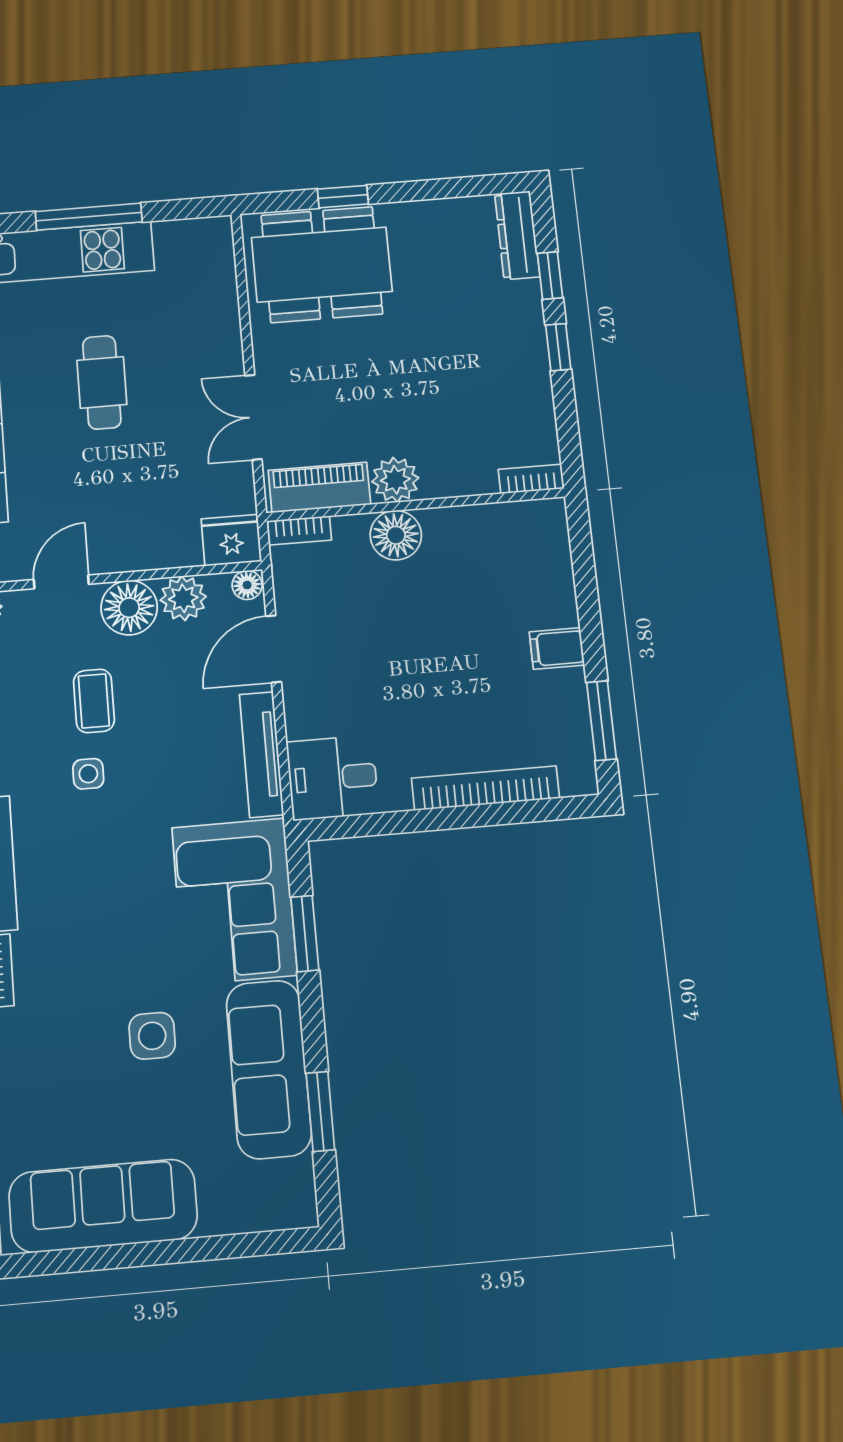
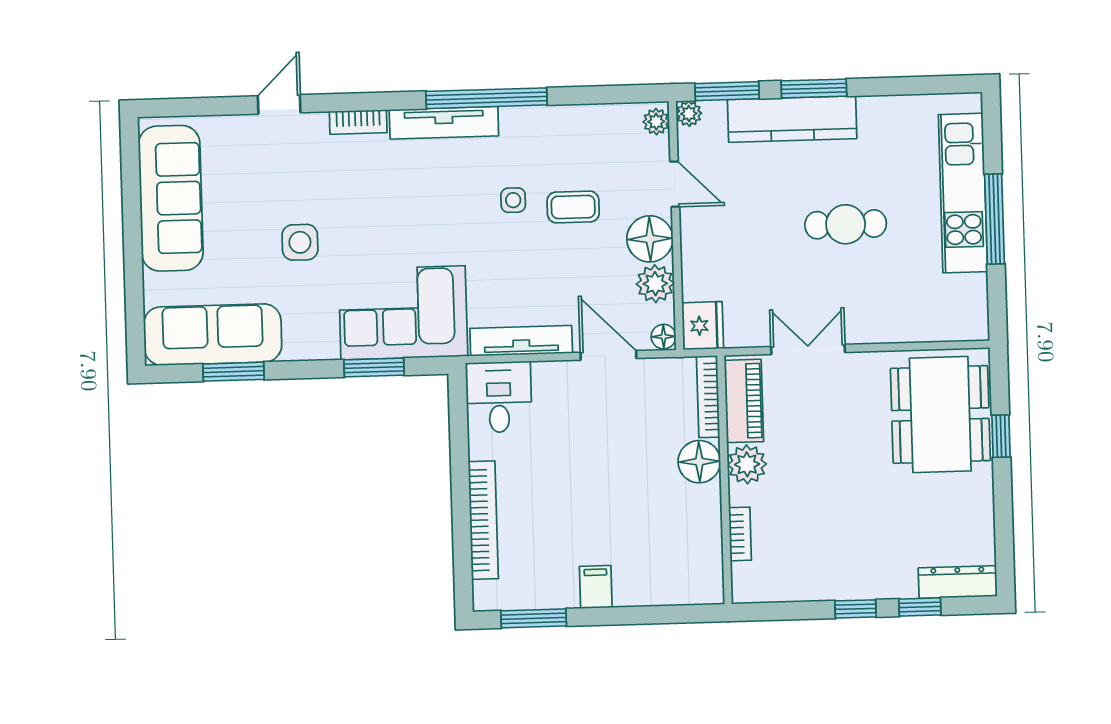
bookcase: (531, 479) -> (740, 534), moved
bookcase: (299, 531) -> (708, 397), width x1.56
sofa: (269, 1069) -> (213, 335), moved

